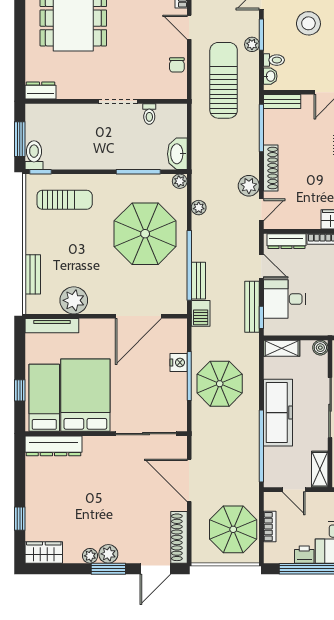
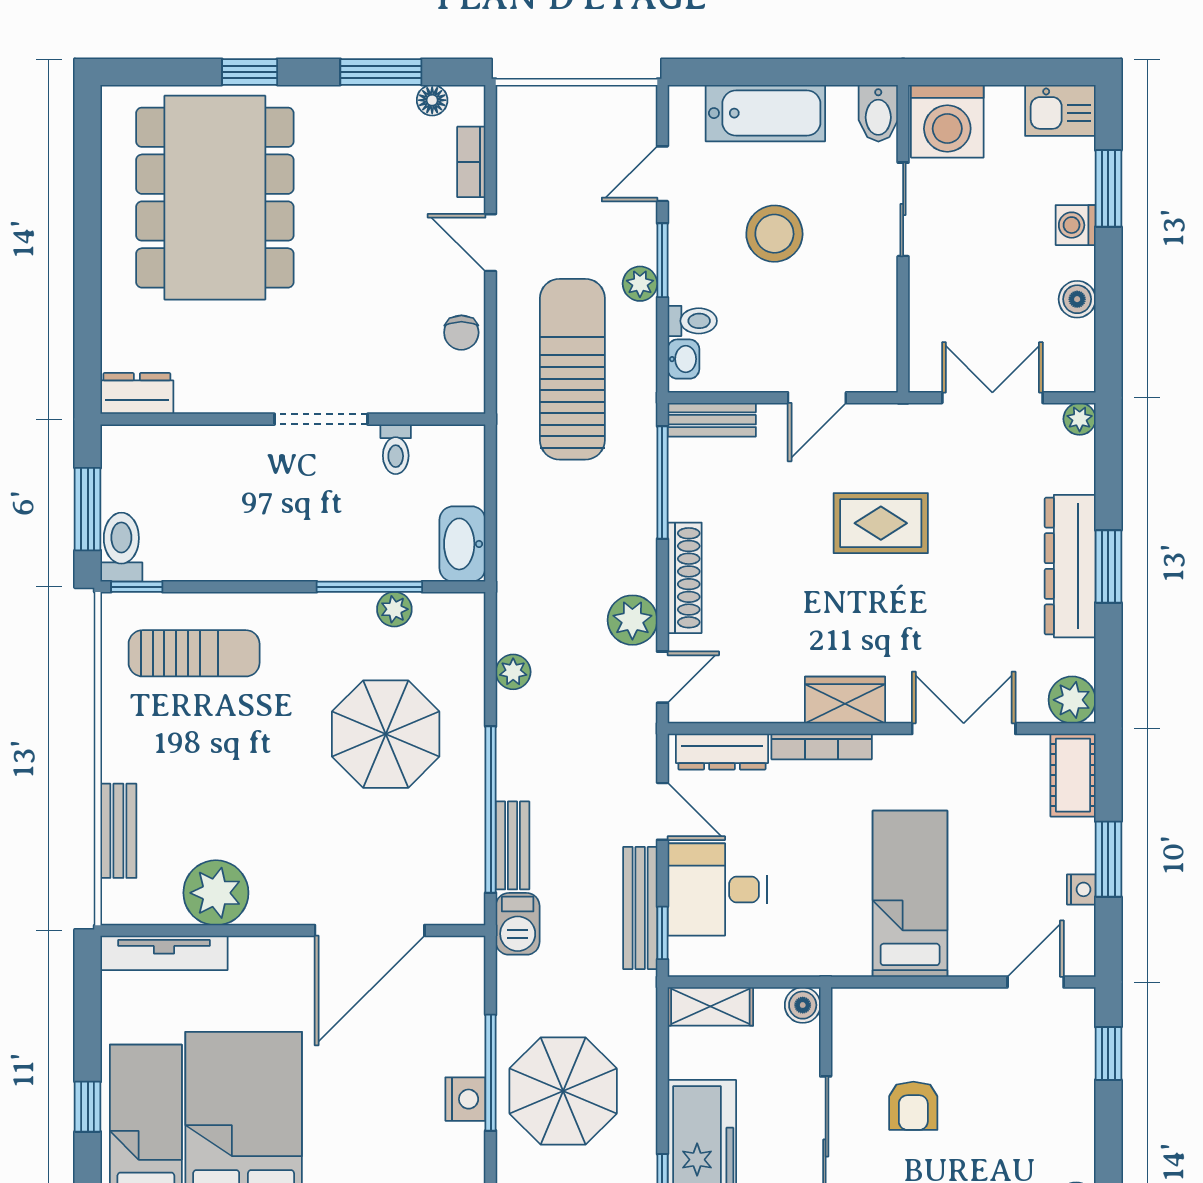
plant: (180, 181) -> (394, 609), moved
parasol: (145, 234) -> (386, 734), width x0.73, depth x0.73
nightstand: (179, 362) -> (465, 1099), moved

